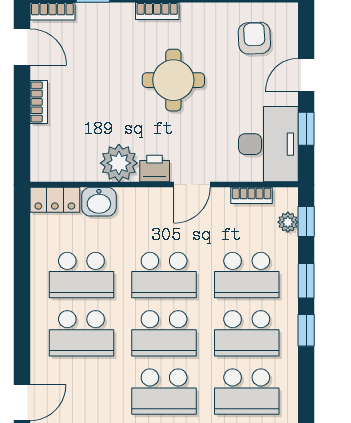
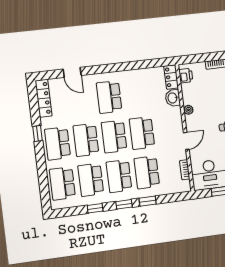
plant: (119, 163) -> (188, 110), width x0.53, depth x0.53
printer: (155, 168) -> (186, 76), moved
door: (192, 185) -> (186, 141), swing flipped
window: (306, 221) -> (95, 208), moved
plant: (288, 222) -> (174, 189), removed
school desk: (81, 275) -> (137, 94), removed

